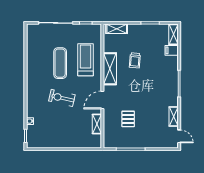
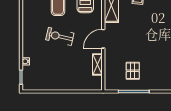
pallet: (128, 119) -> (133, 71), moved

